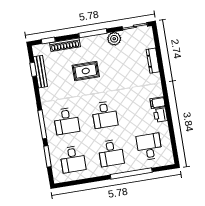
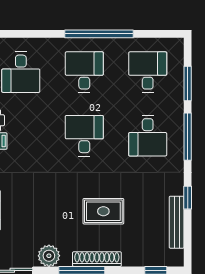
shoe rack: (65, 45) -> (97, 259), moved
window: (33, 69) -> (188, 198), moved
desk: (66, 121) -> (148, 136), turned 180
window: (131, 173) -> (99, 34), moved

